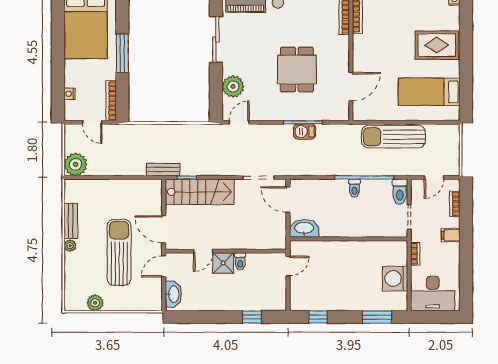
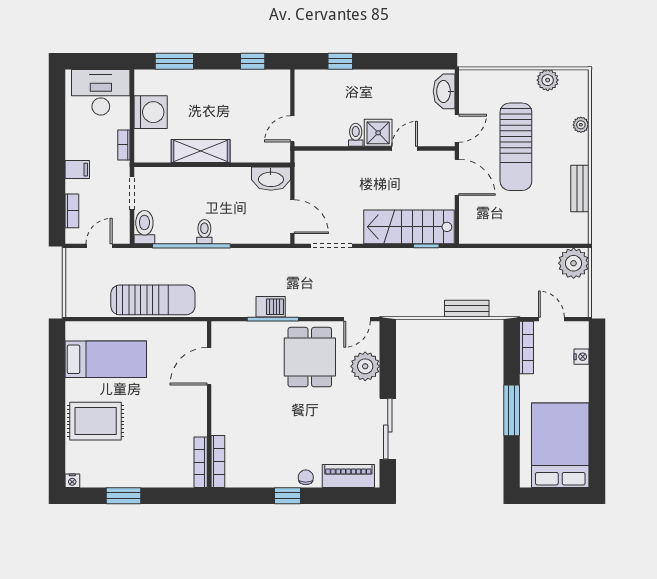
dining table: (297, 70) -> (310, 357), moved
bench: (163, 170) -> (467, 309), moved
plant: (70, 246) -> (581, 125), moved
shelving: (357, 249) -> (201, 151), added

